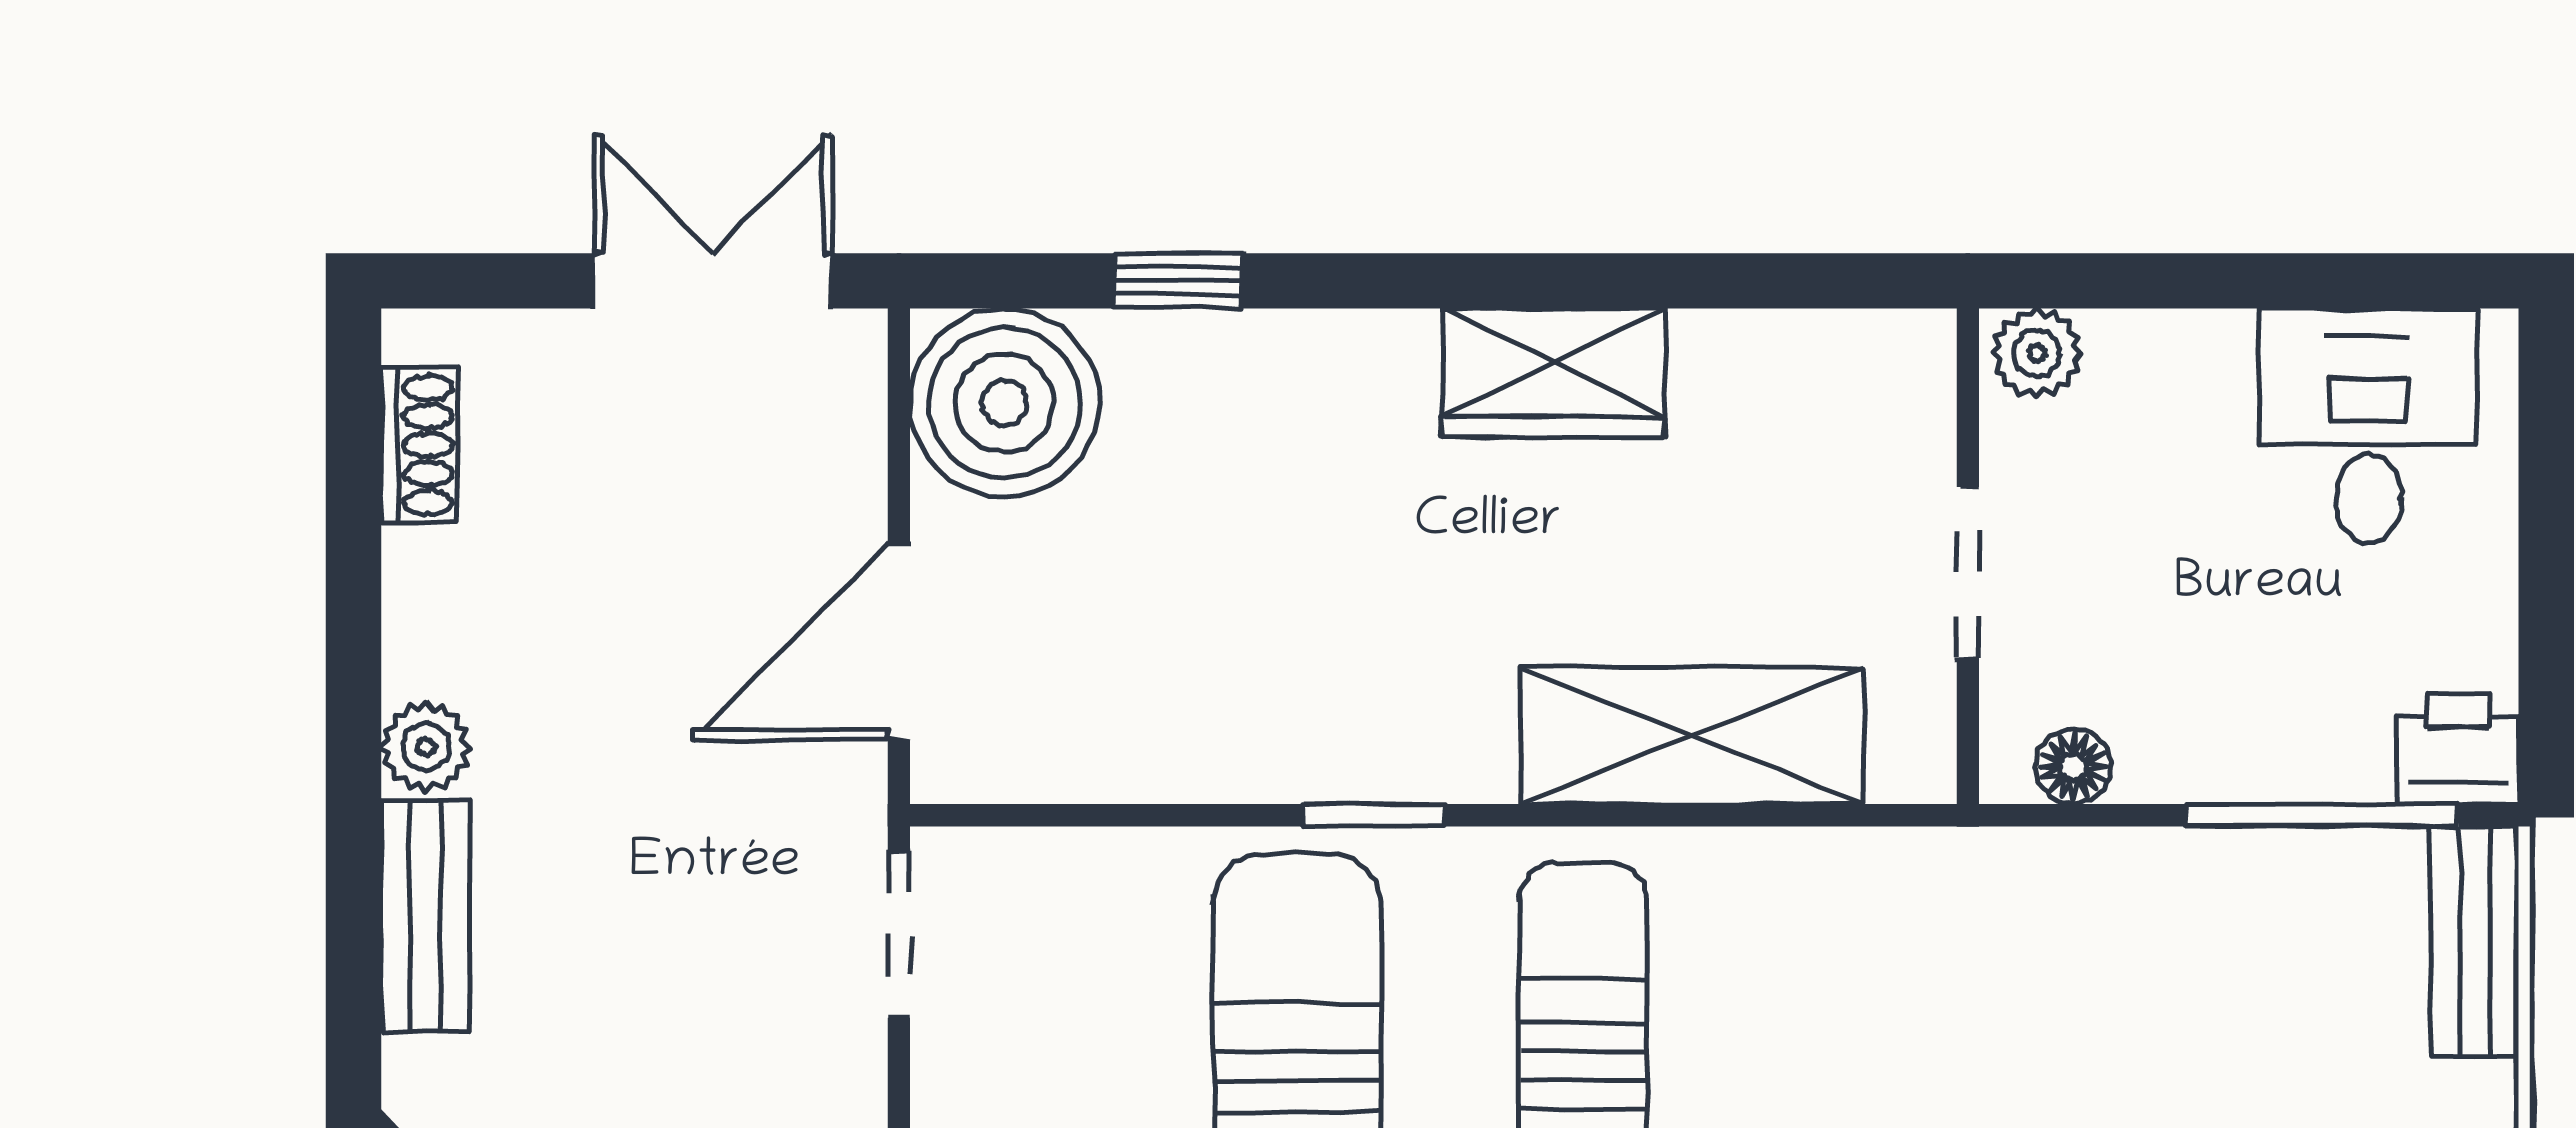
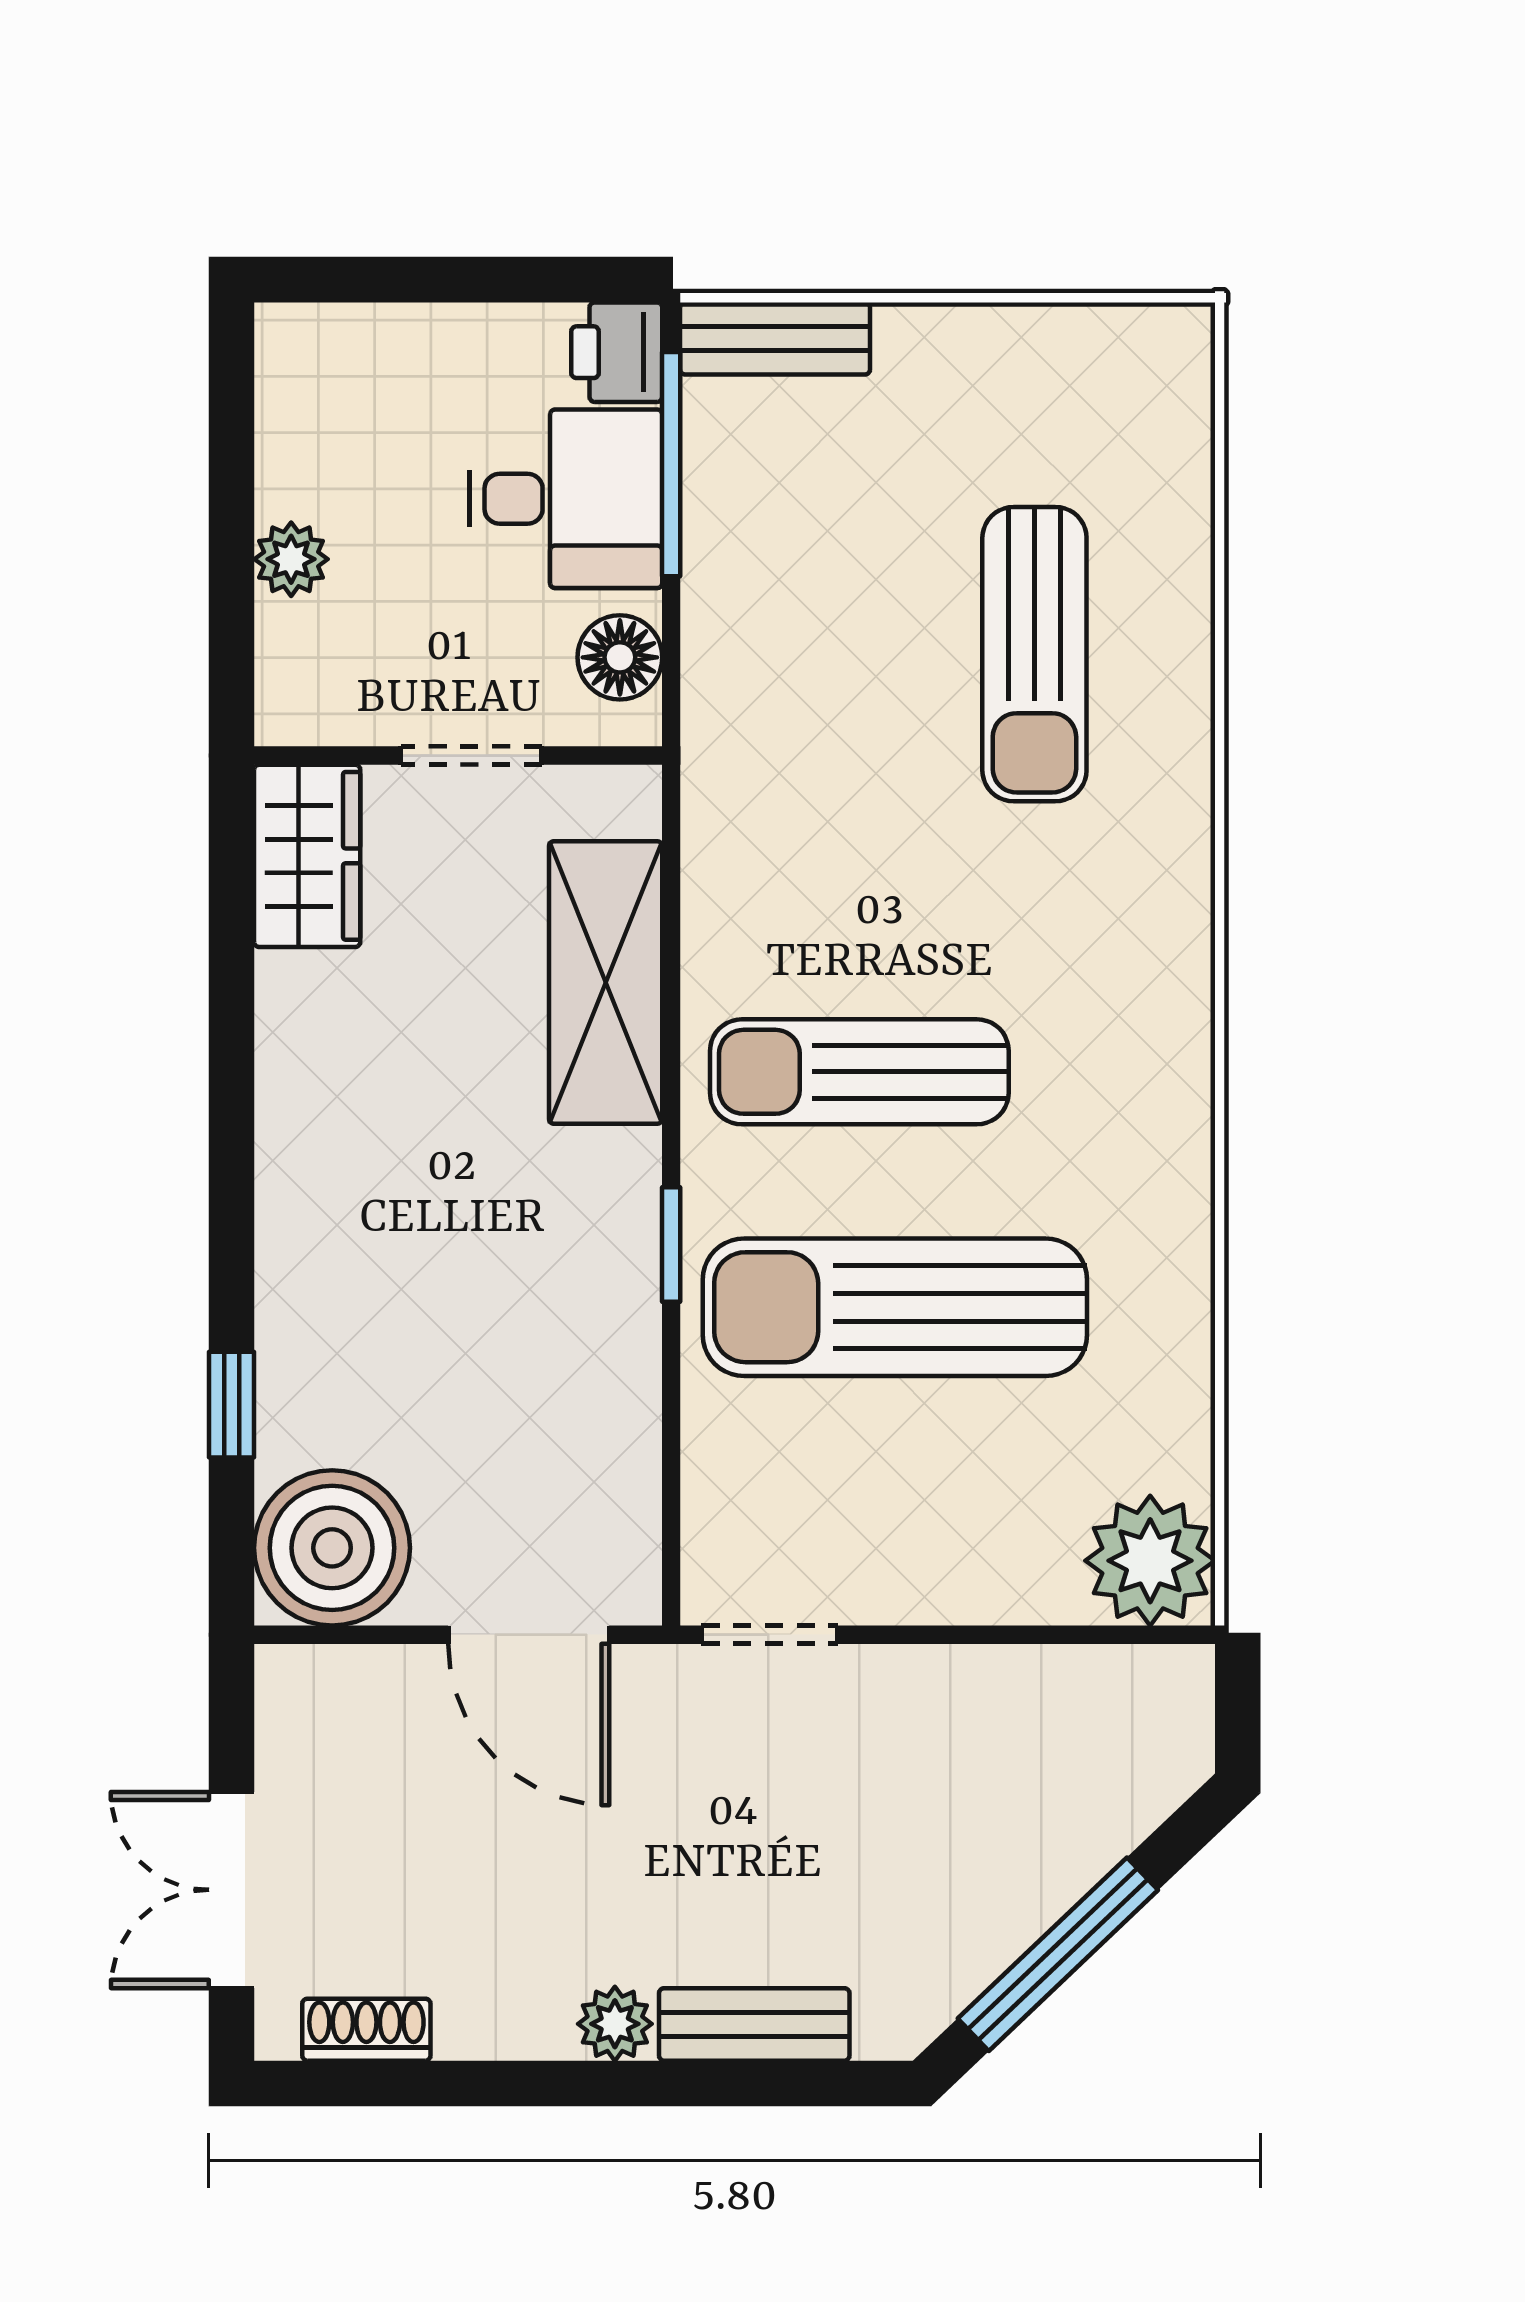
double door: (713, 281) -> (232, 1890), moved
plant: (2037, 353) -> (291, 559), moved
wardrobe: (1554, 373) -> (307, 856), moved
desk: (2369, 426) -> (566, 499), moved, turned 180
floor lamp: (2073, 767) -> (620, 657), width x1.37, depth x1.37

